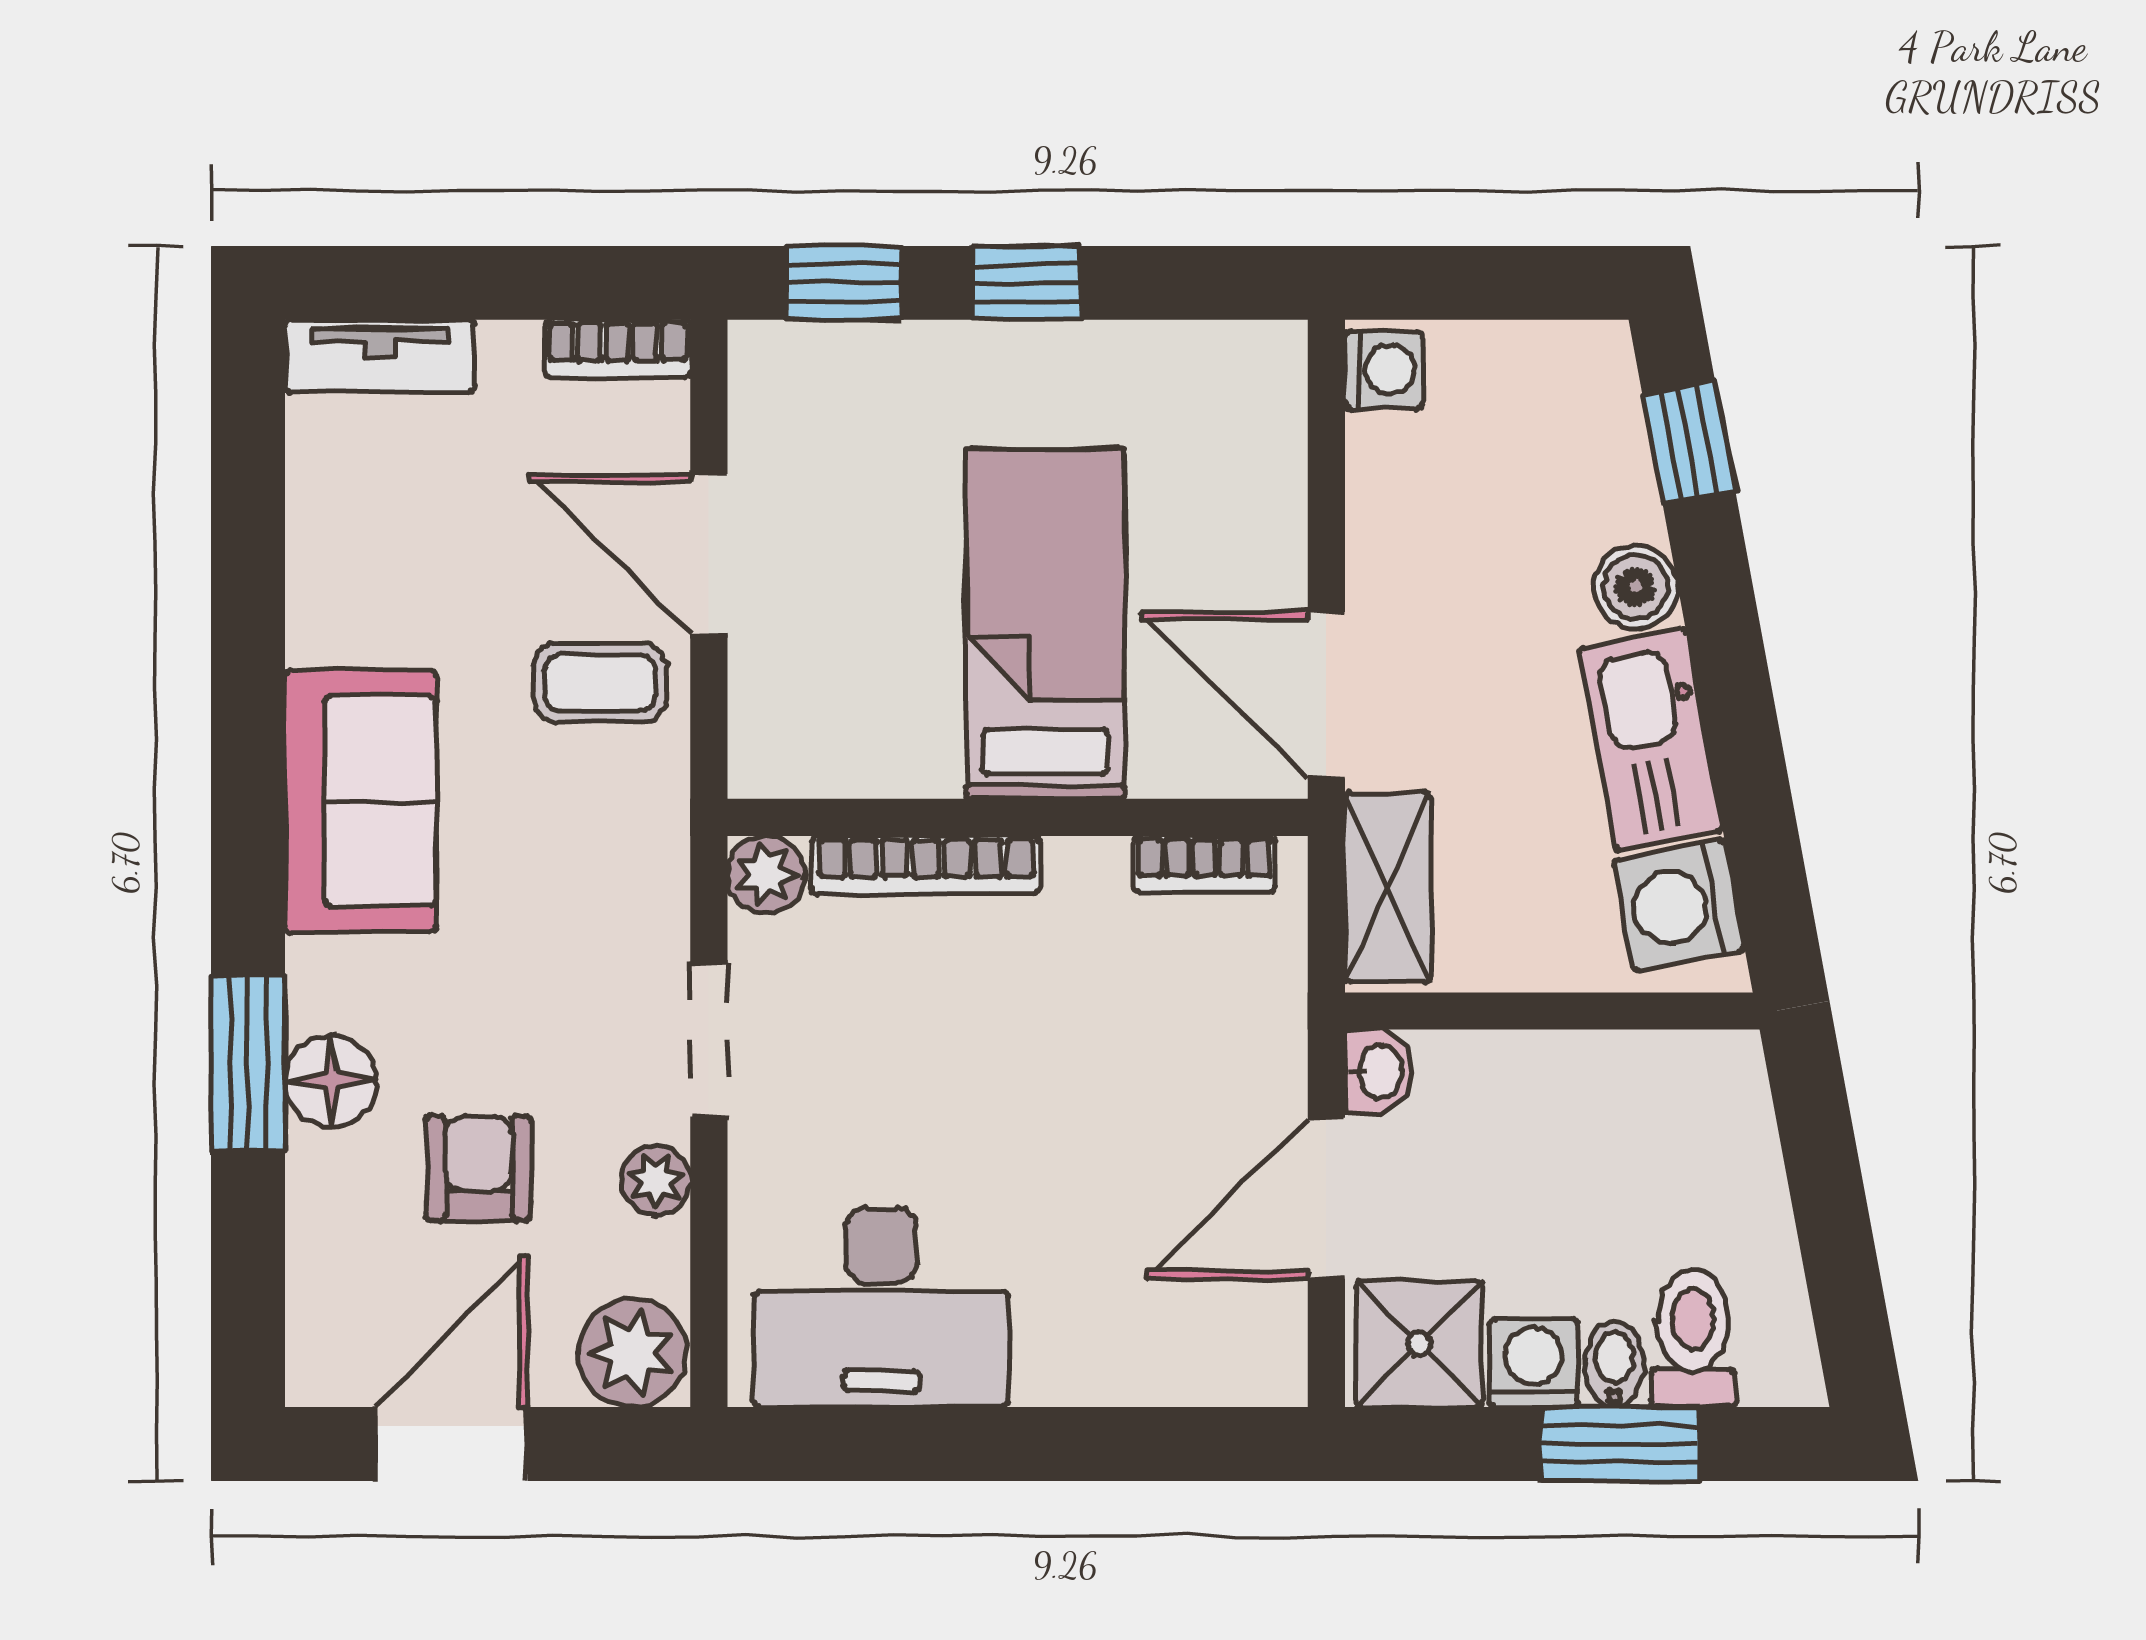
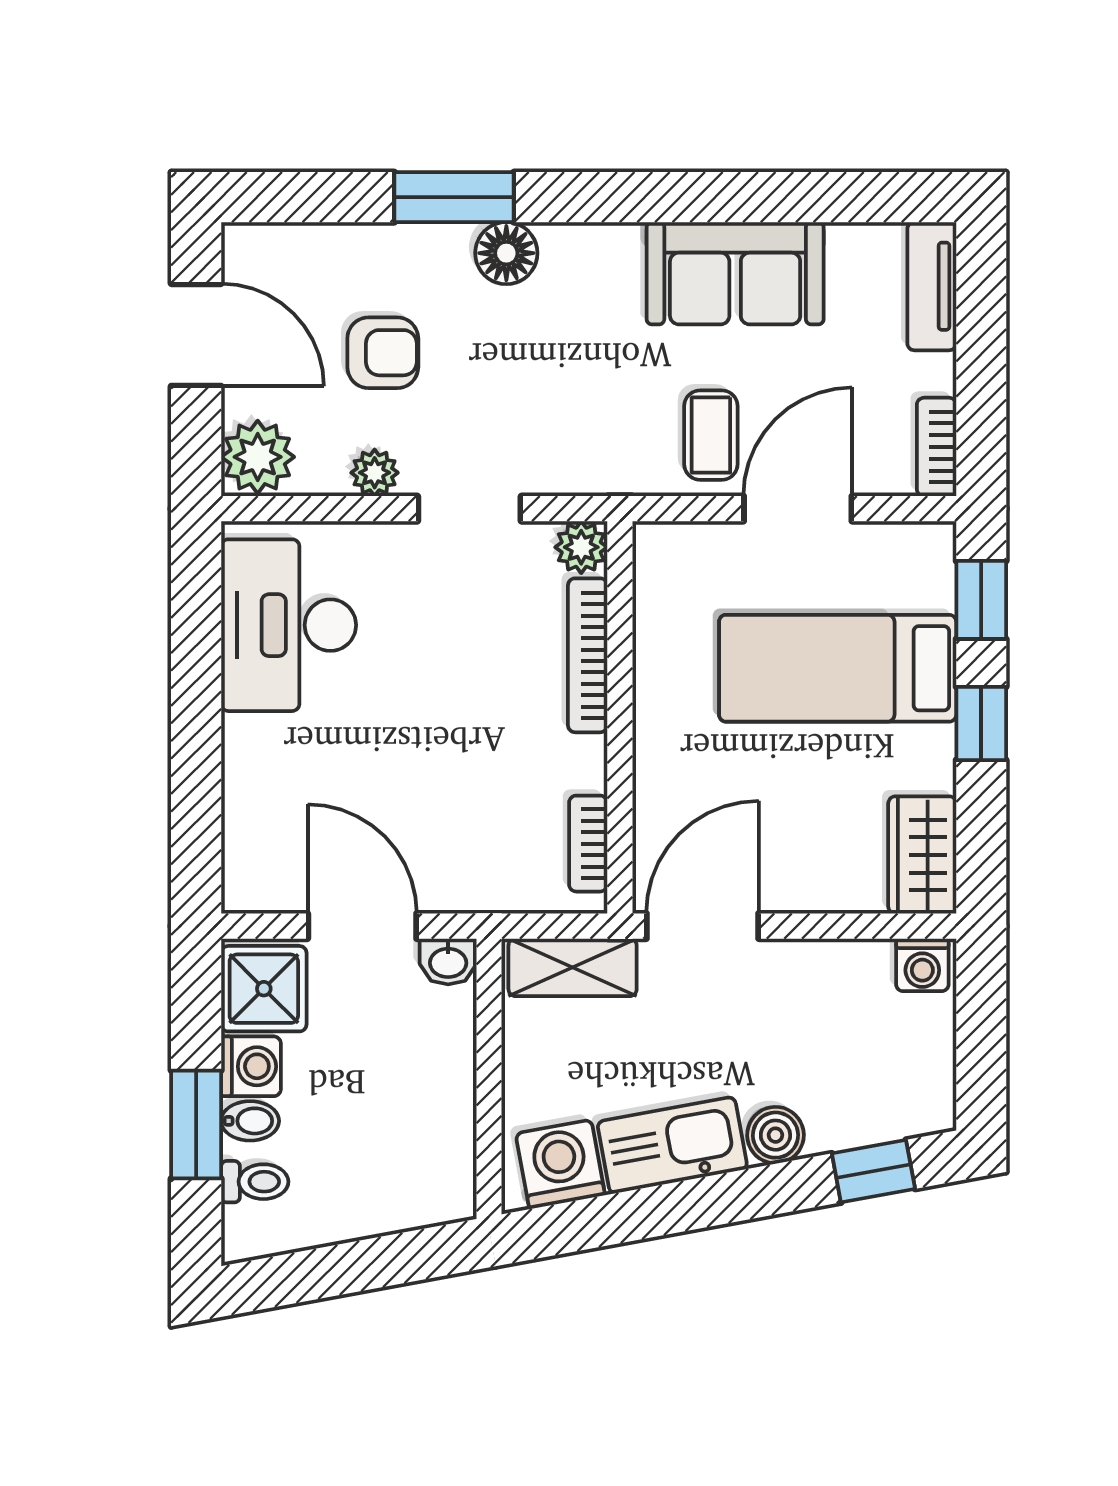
wardrobe: (1221, 370) -> (922, 855), added
bed: (1045, 624) -> (838, 668), moved, turned 180
sofa: (361, 801) -> (735, 273), moved
floor lamp: (331, 1081) -> (506, 253), moved
toilet: (1693, 1338) -> (255, 1182), width x0.73, depth x0.72

